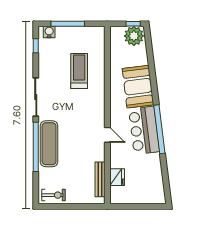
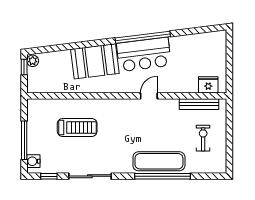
plant: (134, 36) -> (33, 61), width x0.53, depth x0.53
treadmill: (79, 71) -> (77, 127), turned 180
sliding door: (36, 97) -> (90, 176), moved
fridge: (117, 177) -> (208, 85), moved
exercise bike: (54, 195) -> (203, 138), moved

